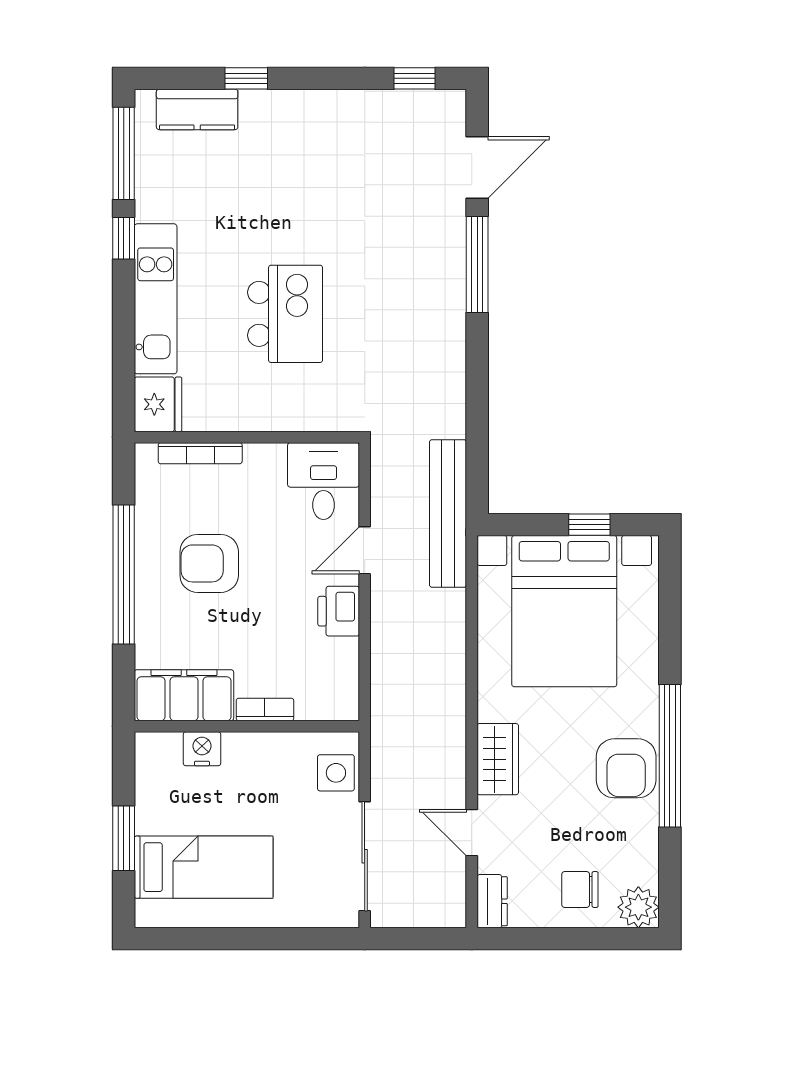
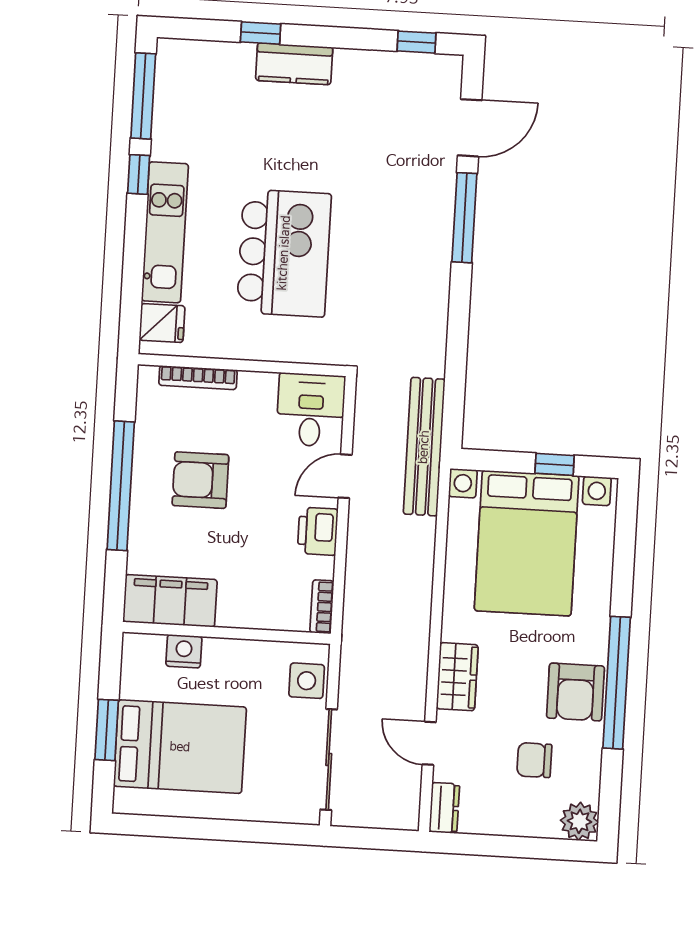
kitchen counter: (197, 109) -> (294, 64), moved
kitchen island: (285, 314) -> (284, 253), width x1.37, depth x1.28
fridge: (158, 404) -> (162, 323), width x0.72
bookcase: (265, 709) -> (322, 607), moved, turned -90
bed: (204, 867) -> (180, 747), width x1.50
chair: (580, 889) -> (534, 760), moved

